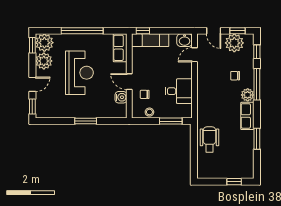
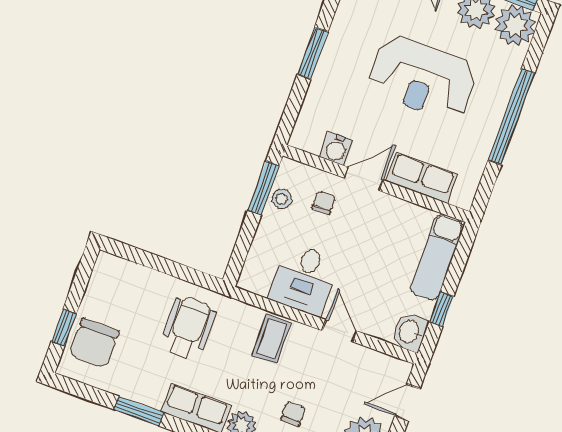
window: (143, 31) -> (441, 309), moved
row of seats: (120, 48) -> (422, 178), moved
door: (195, 55) -> (339, 331), moved
coffee table: (208, 95) -> (272, 339), added
window: (171, 121) -> (264, 188), moved
wheelchair: (209, 139) -> (188, 328), moved, turned -90
chair: (236, 167) -> (94, 343), added

